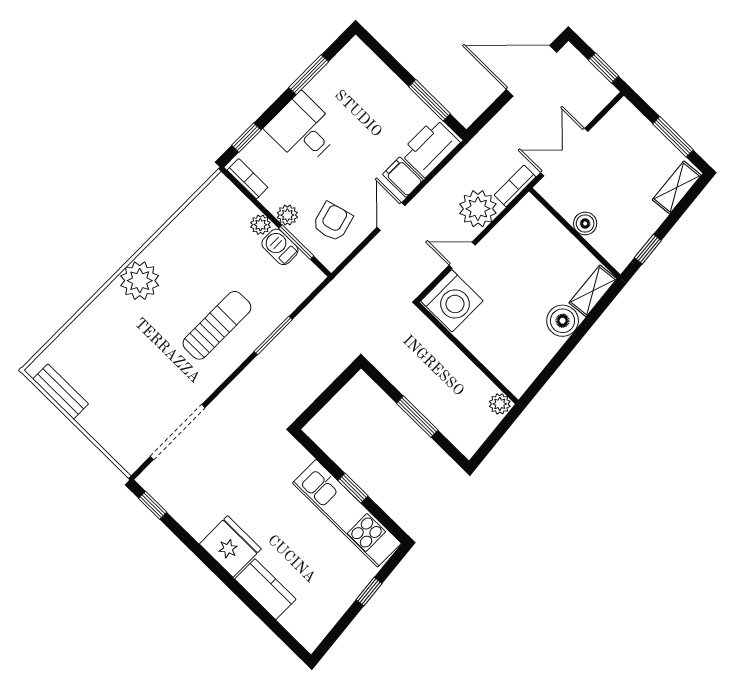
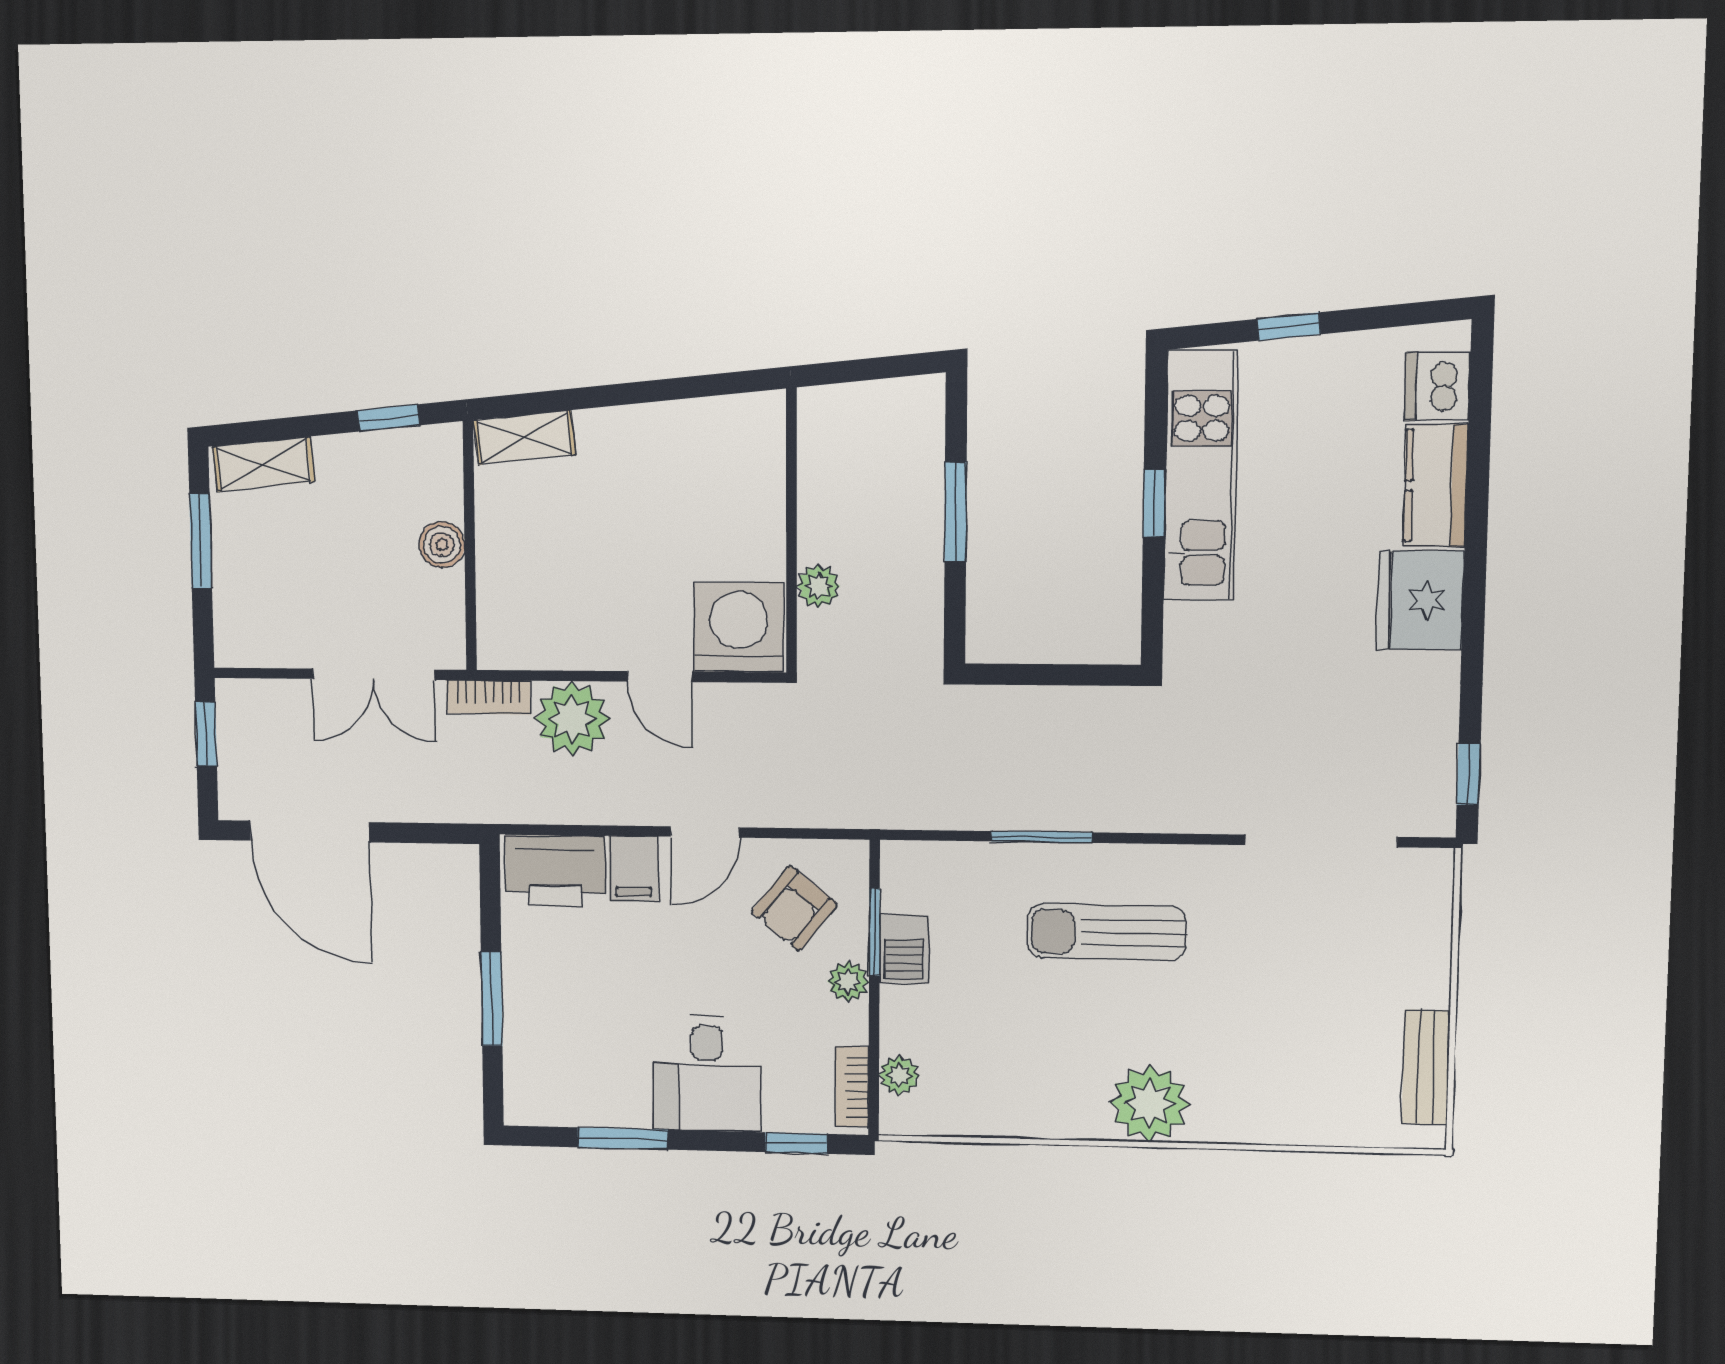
window: (430, 100) -> (492, 999), moved
armchair: (333, 222) -> (794, 908), turned -36
plant: (260, 225) -> (899, 1075), moved
boiler: (563, 321) -> (610, 439), removed
plant: (500, 404) -> (818, 586), moved
dishwasher: (299, 622) -> (1437, 386), added

